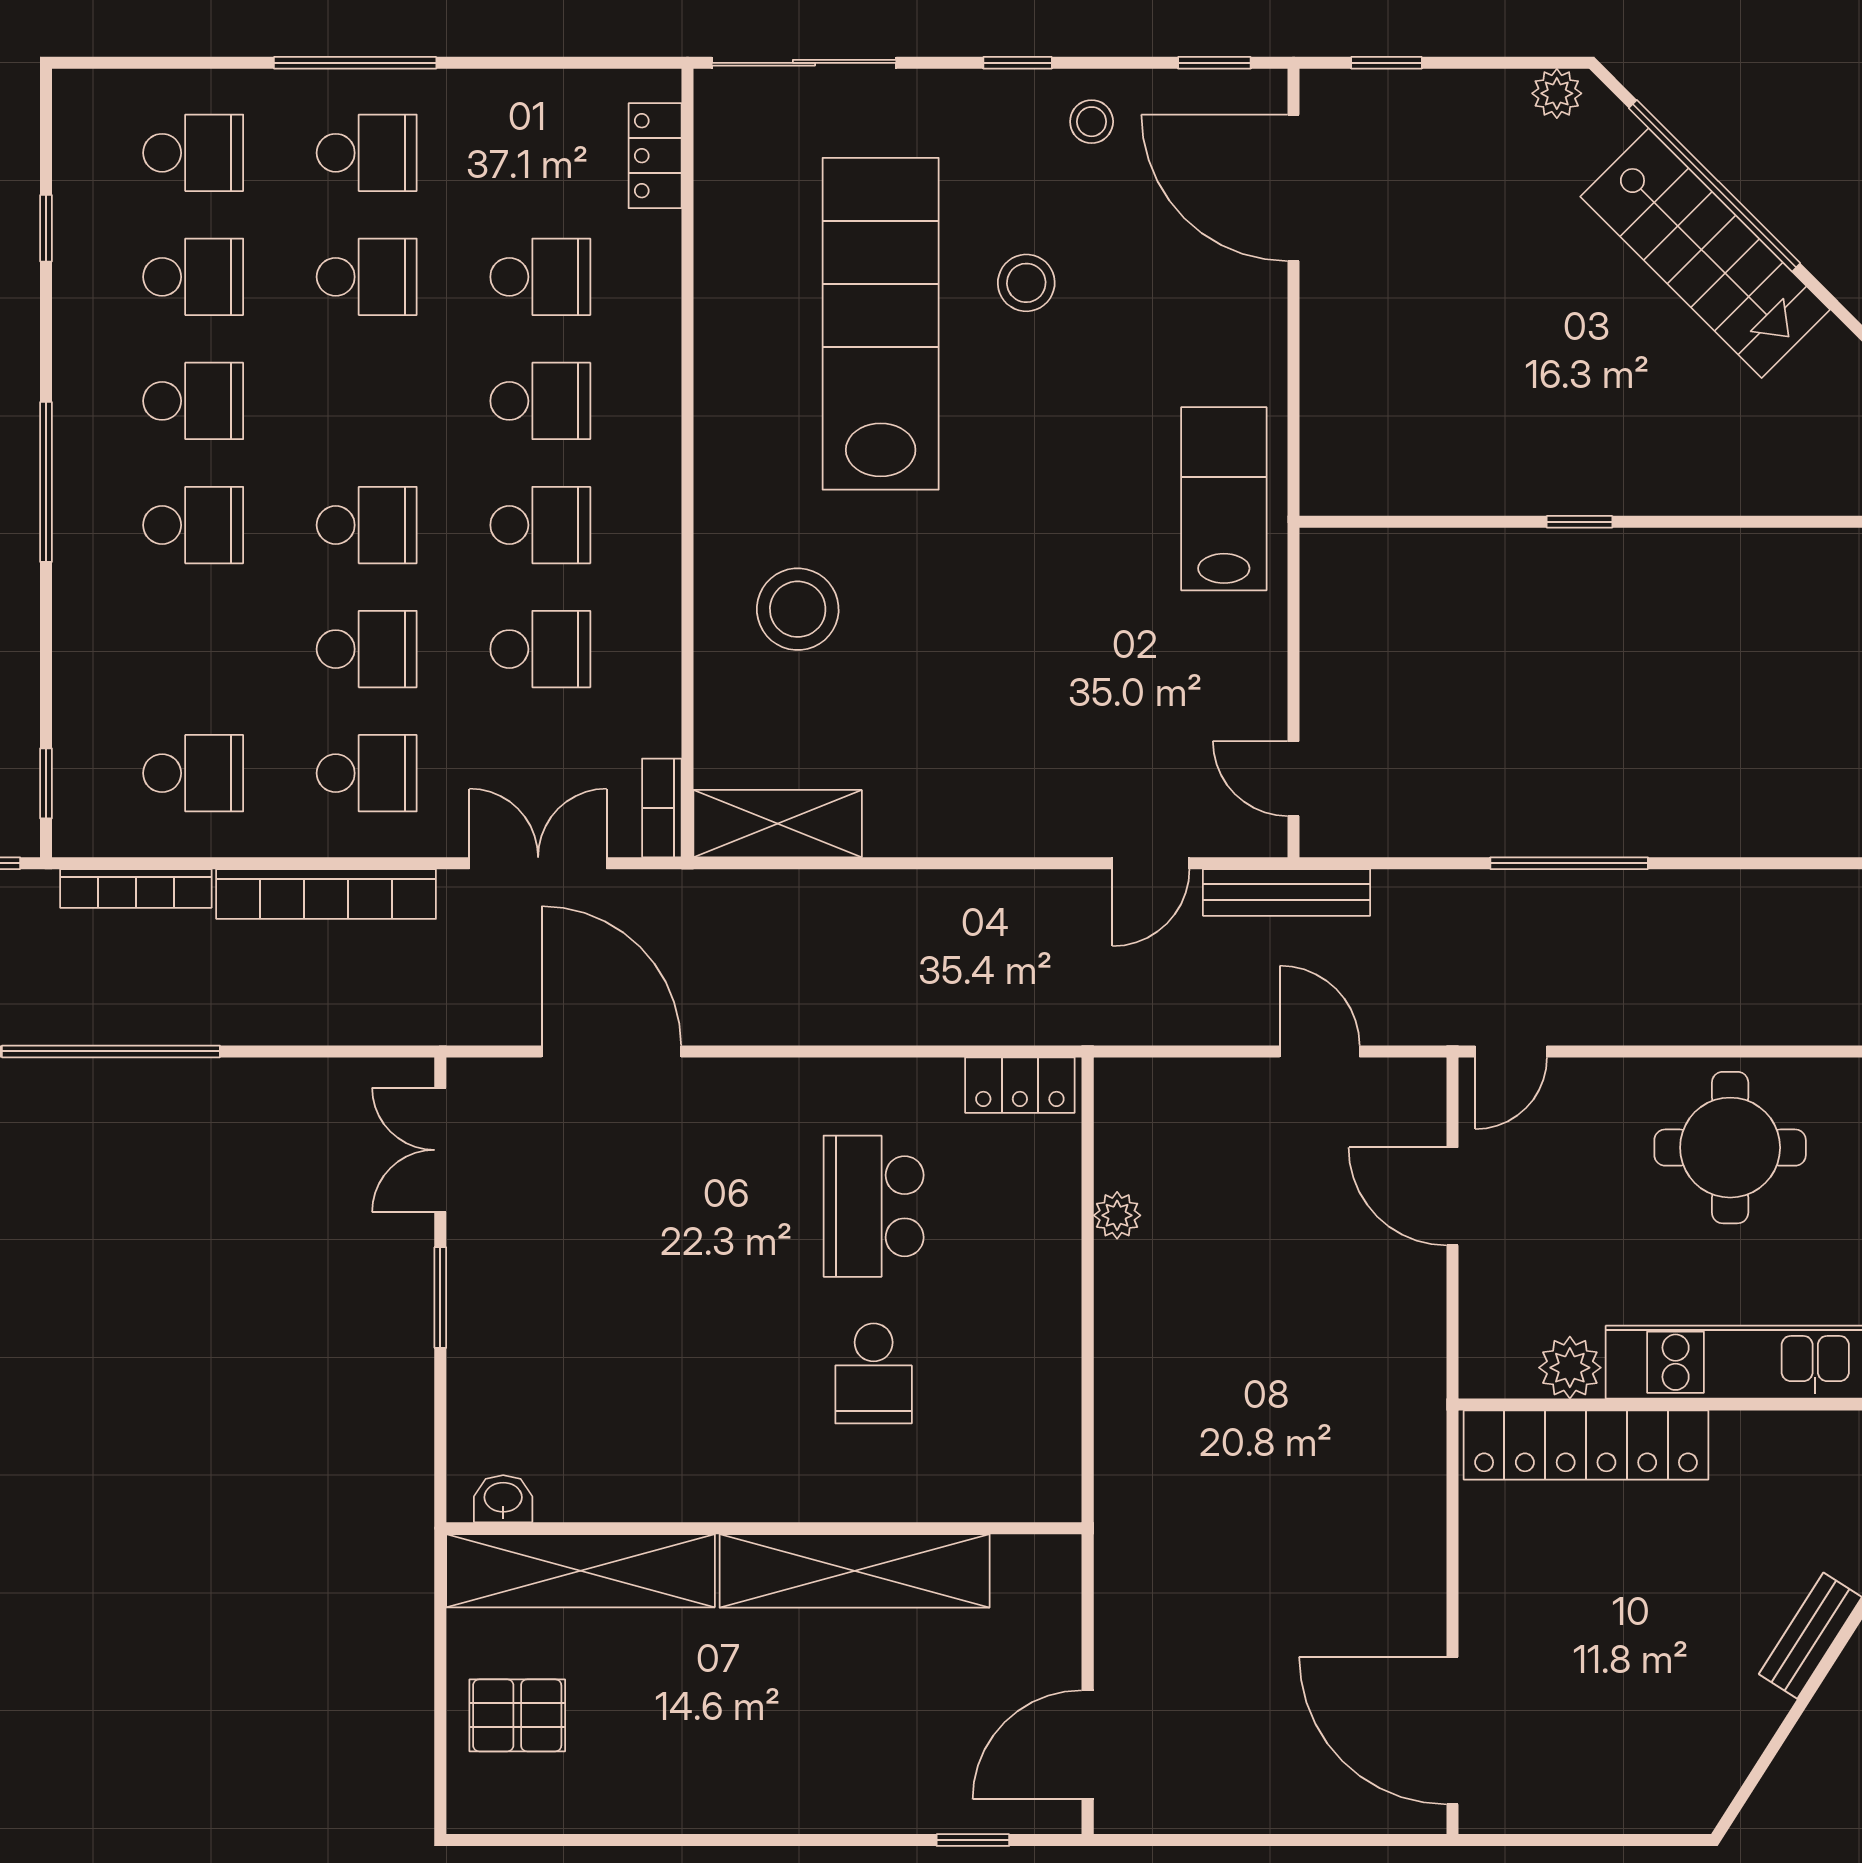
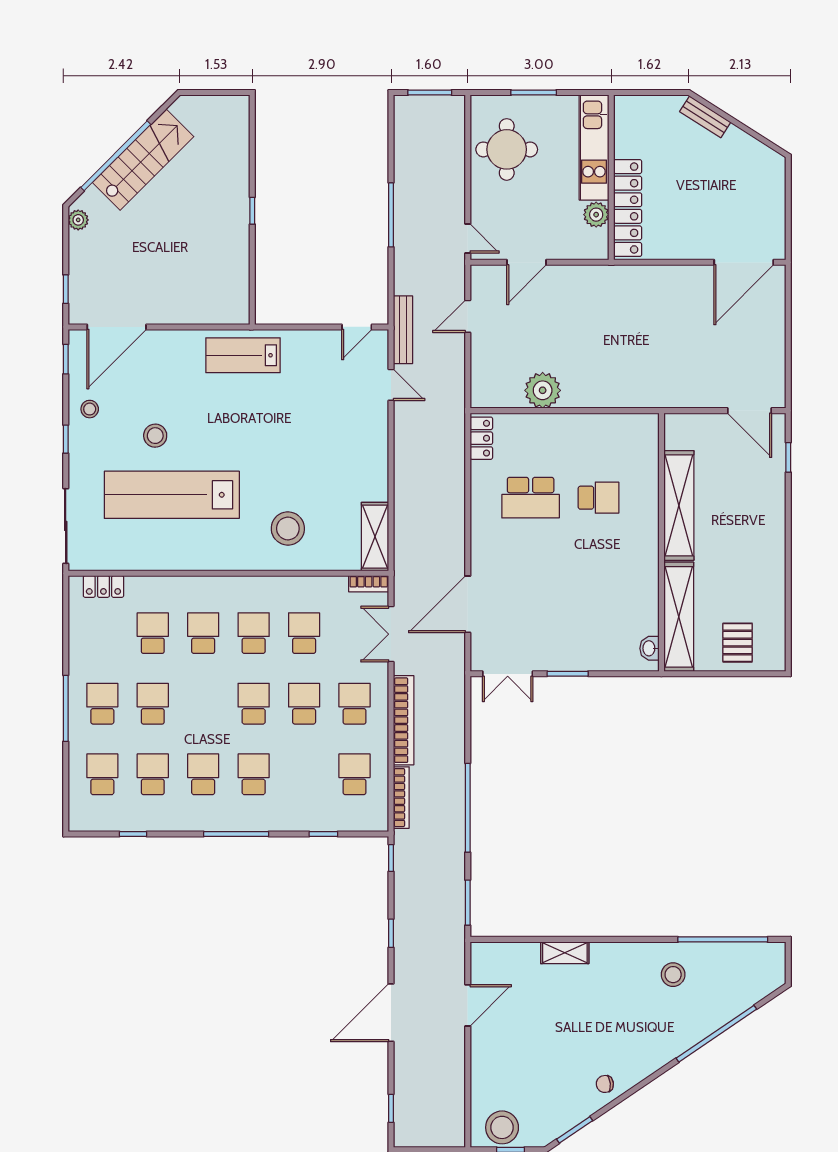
window: (46, 783) -> (323, 834), moved
plant: (1117, 1215) -> (543, 390), width x1.88, depth x1.88

